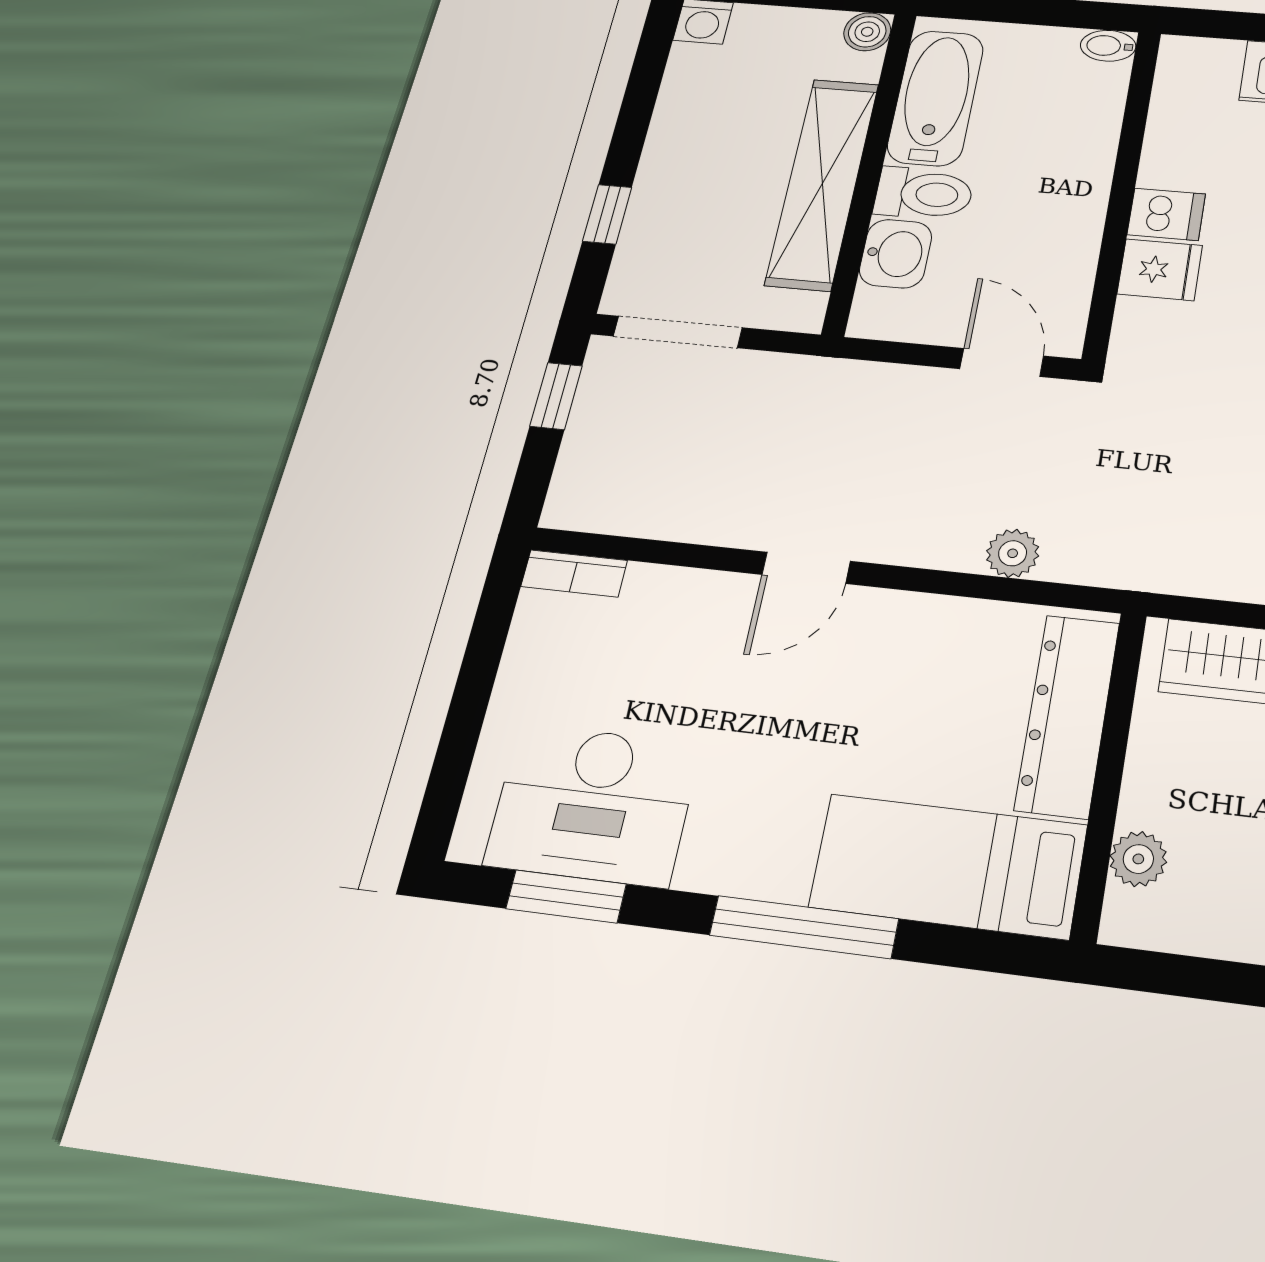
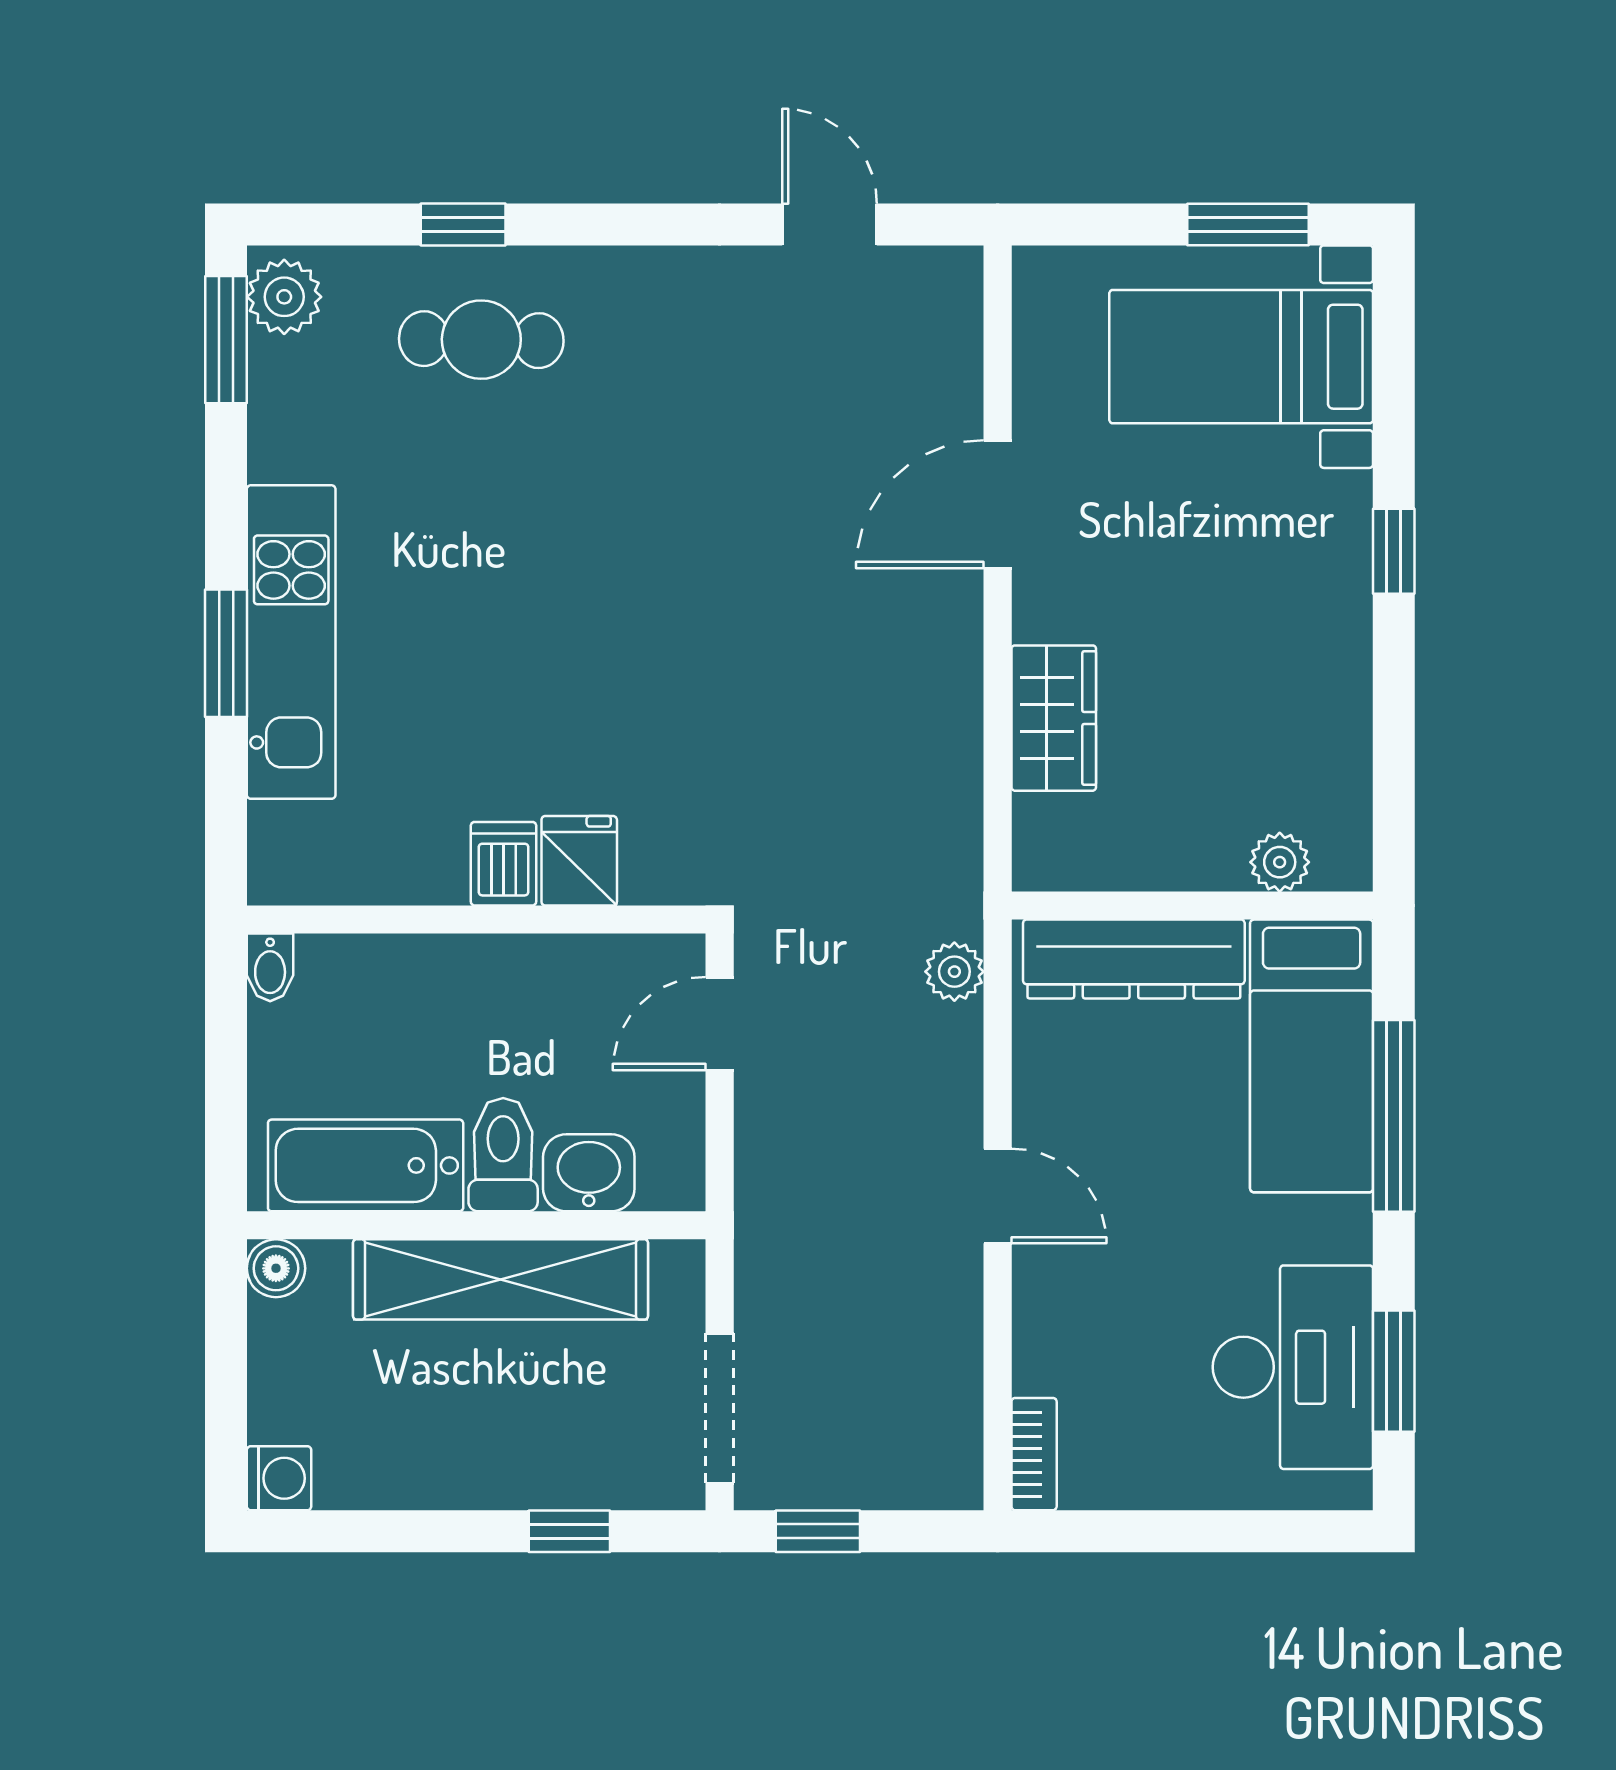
dresser: (1067, 716) -> (1134, 959), moved
wall: (1109, 774) -> (1192, 906), moved
plant: (1138, 859) -> (1280, 862), moved
bed: (948, 866) -> (1312, 1056), moved

